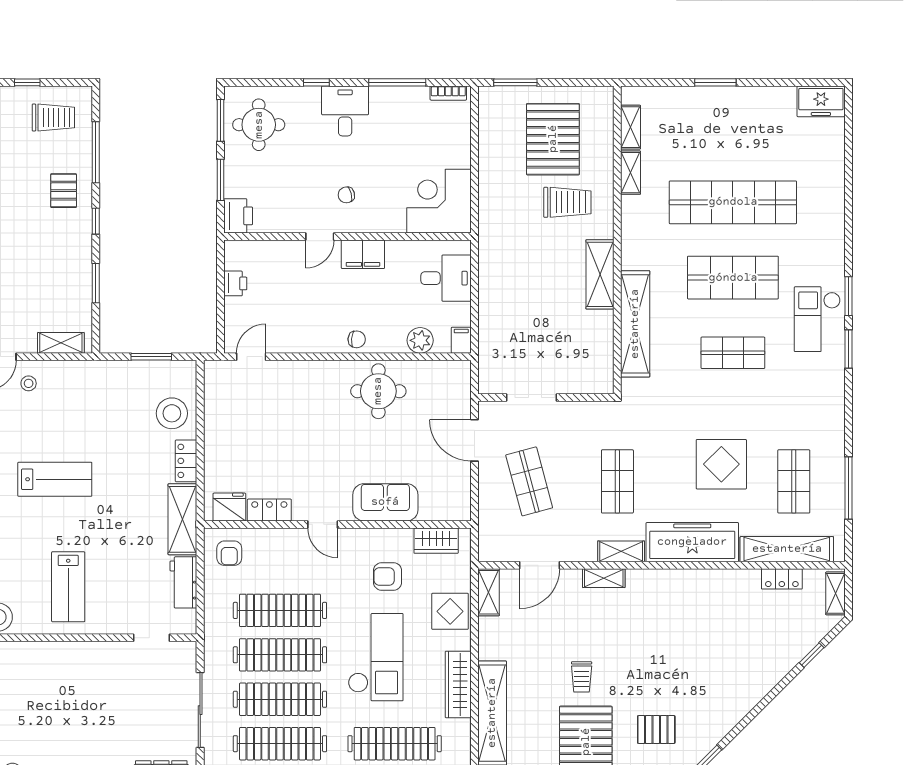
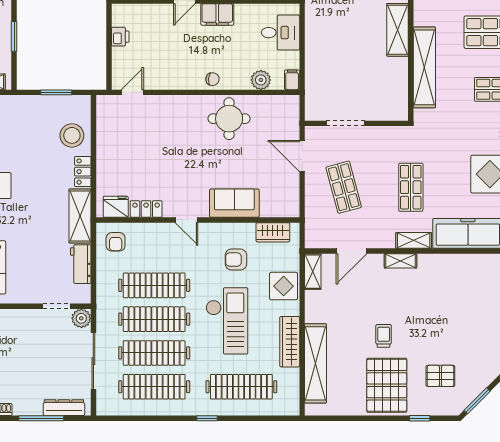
plant: (184, 654) -> (81, 318), added
trolley: (582, 677) -> (384, 336), turned 180

